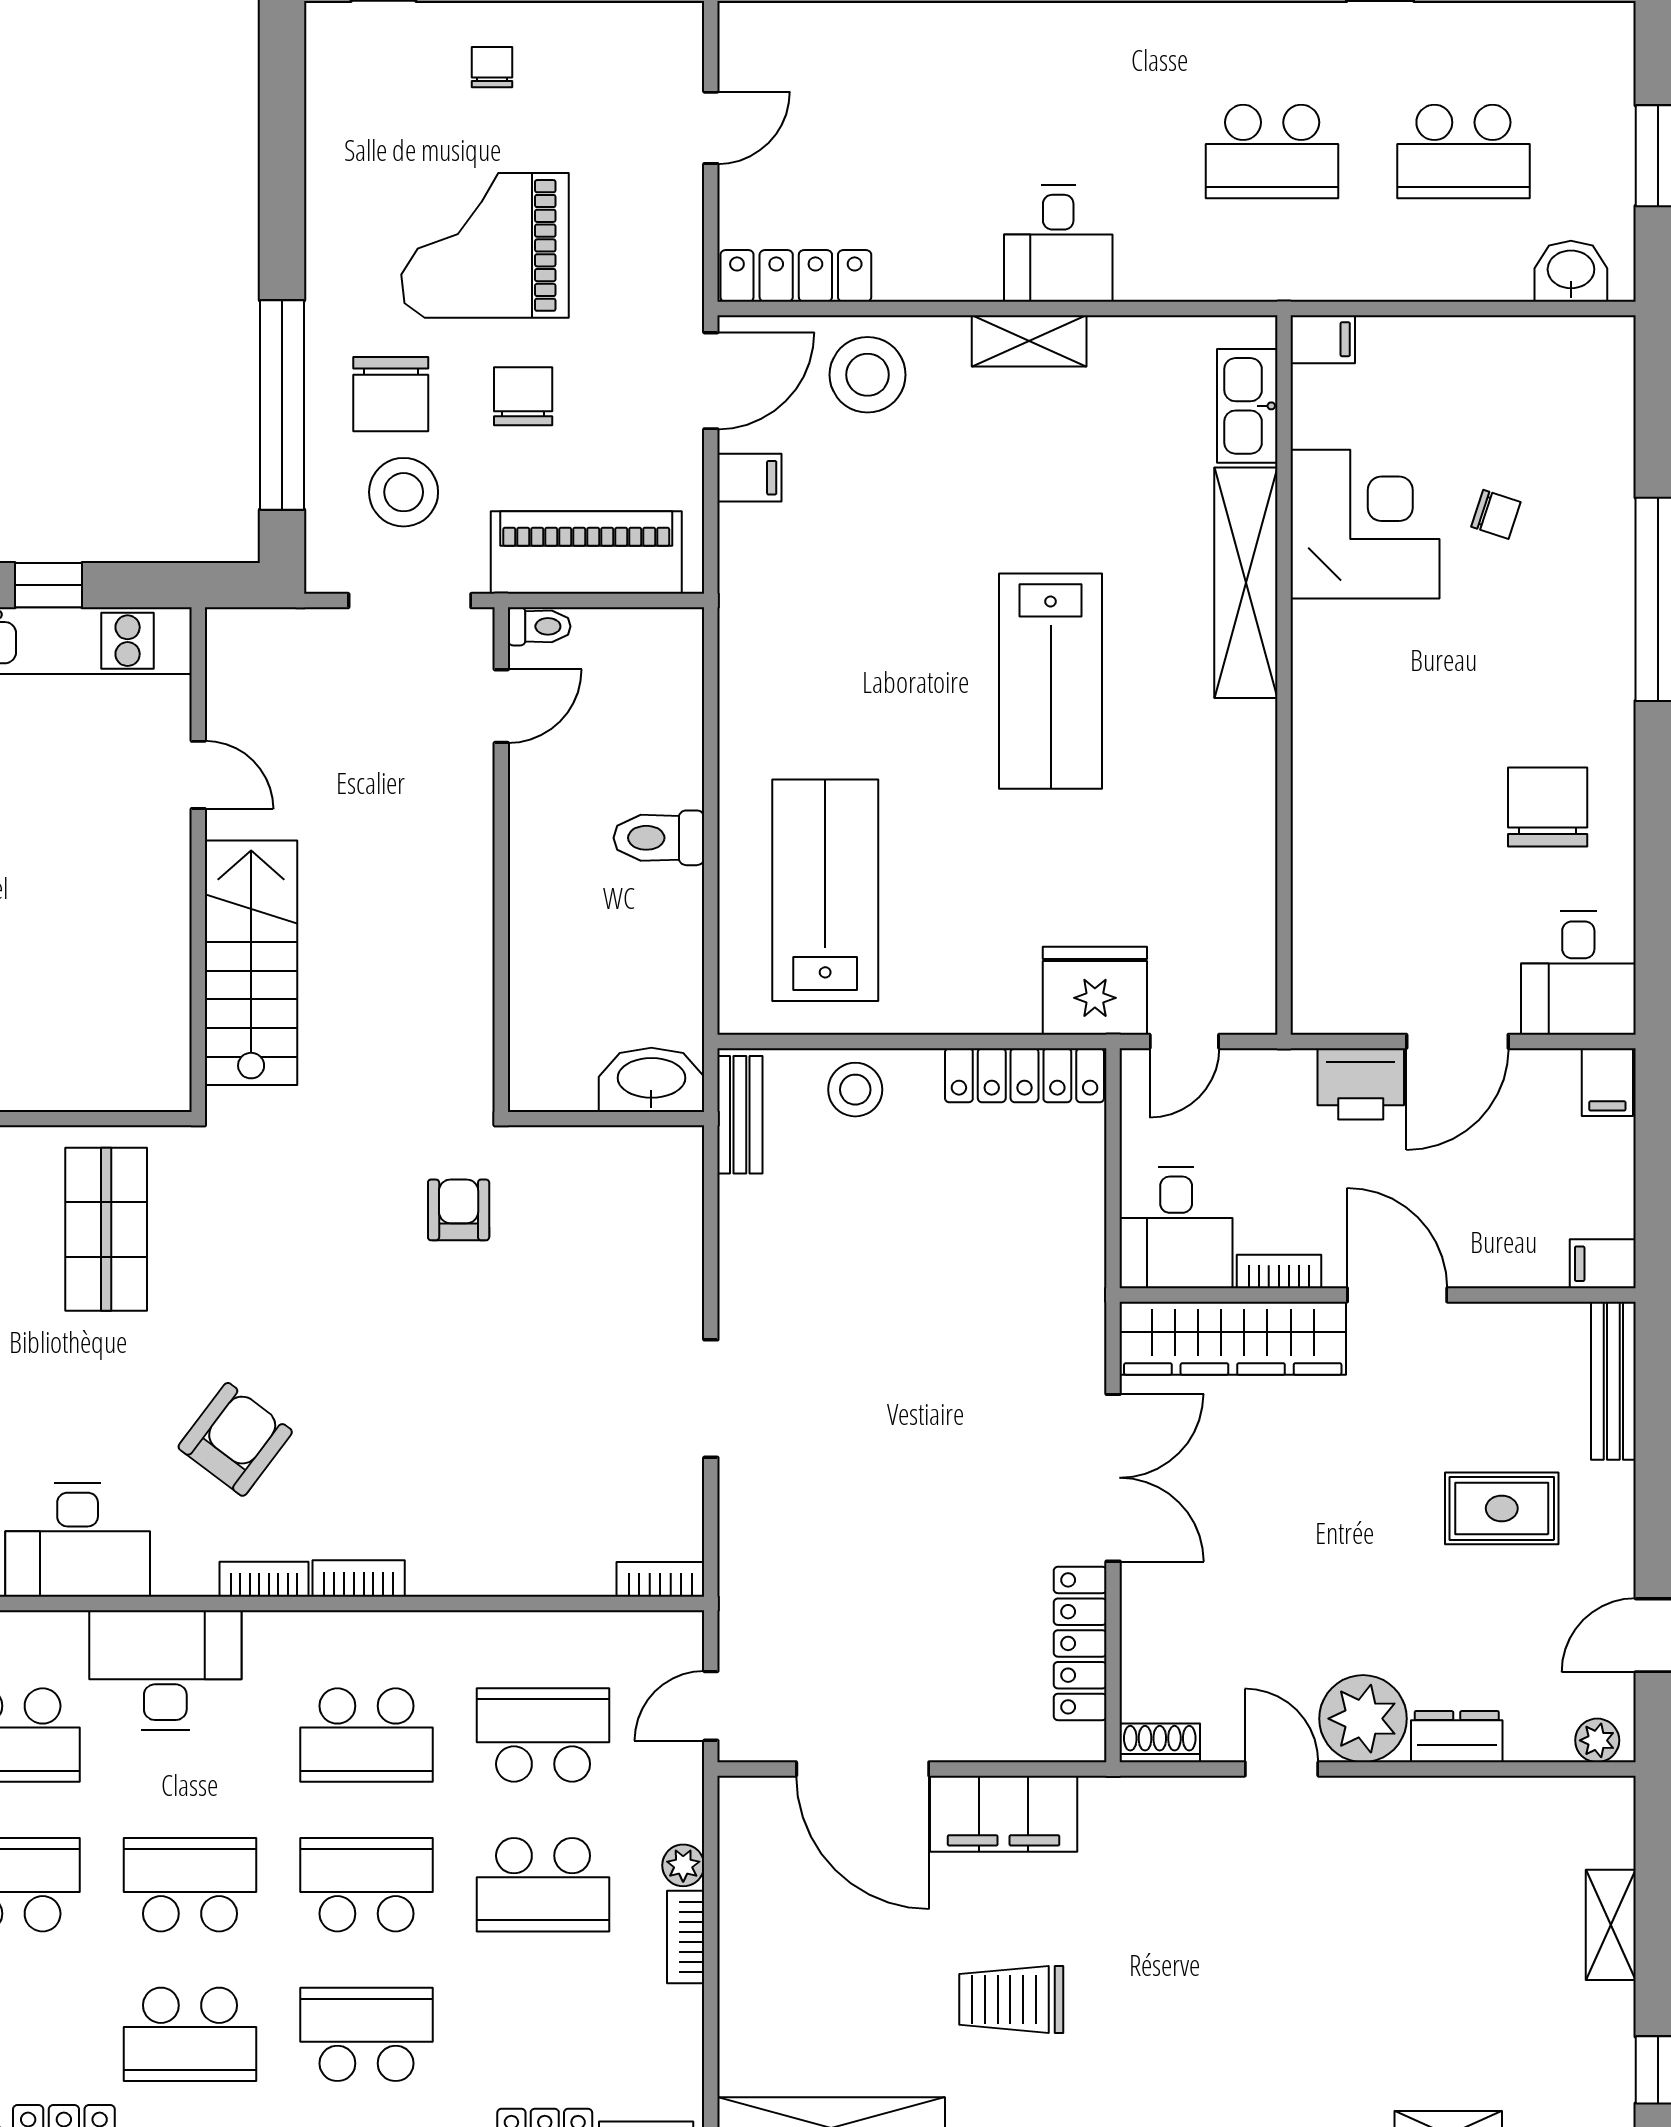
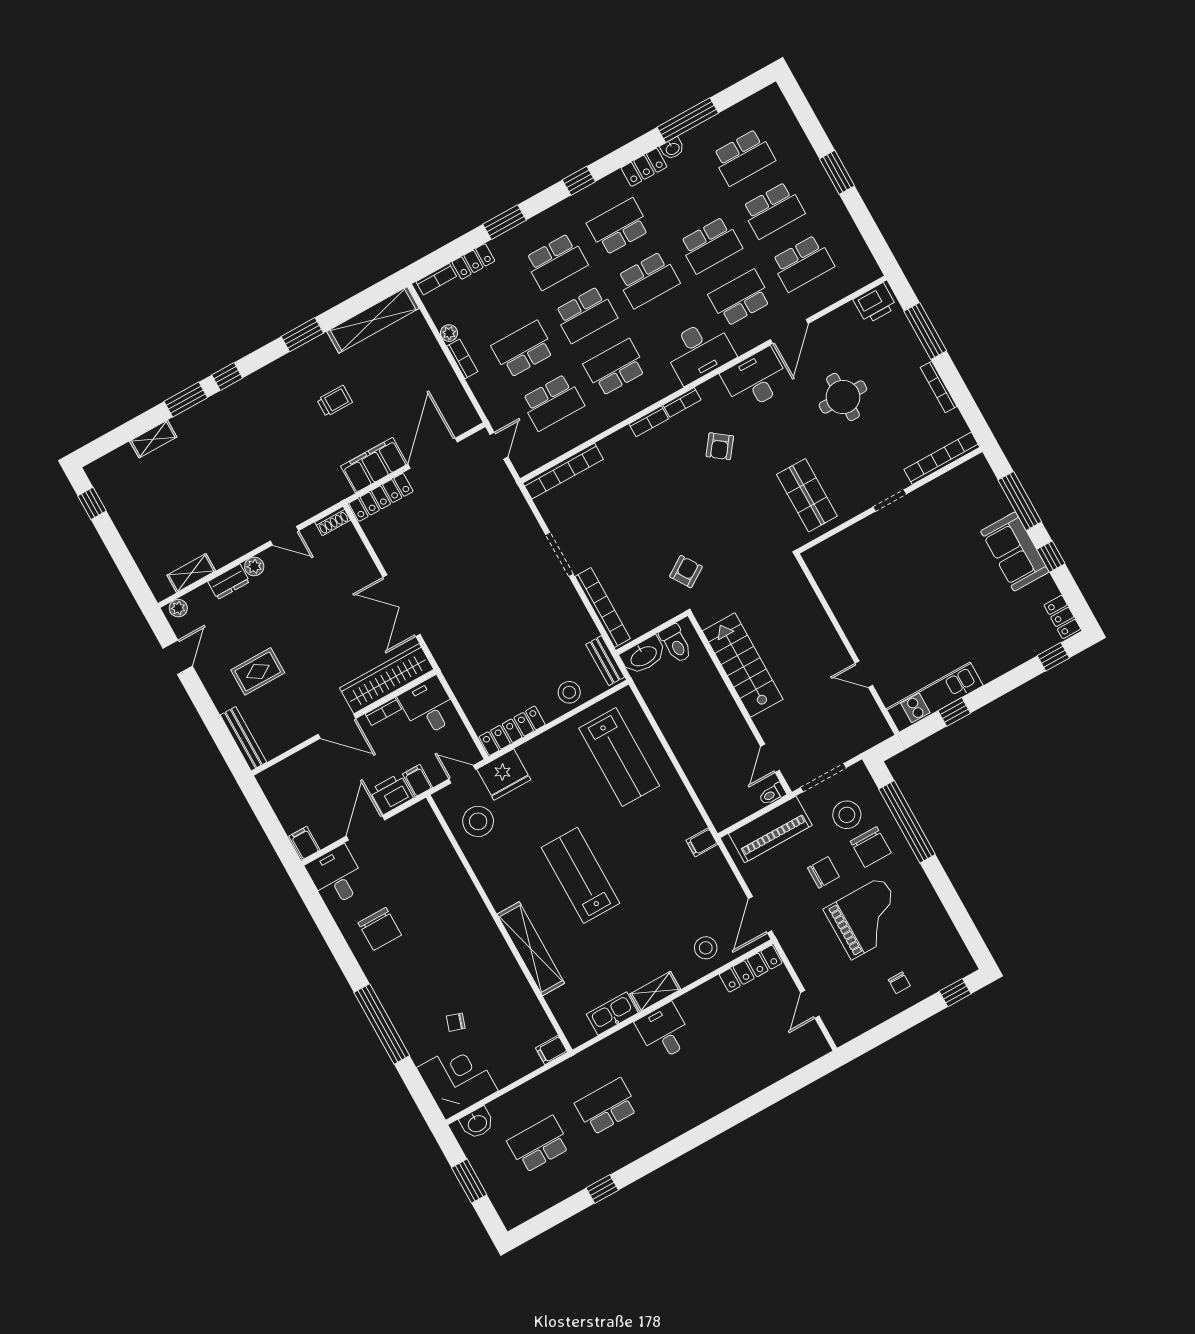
stool: (868, 375) -> (706, 948), width x0.73, depth x0.73
chair: (391, 394) -> (871, 847), turned 180
chair: (523, 396) -> (823, 872), turned -90
kitchen sink: (1247, 406) -> (612, 1014), moved, turned -90
filing cabinet: (749, 478) -> (702, 842), moved
corner desk: (1365, 524) -> (457, 1079), moved, turned 180
toilet: (659, 838) -> (676, 644), moved, turned 90
stool: (1207, 921) -> (478, 821), added
stairs: (251, 963) -> (743, 665), moved, turned 180
door: (1184, 1041) -> (462, 774), hinge flipped
armchair: (459, 1210) -> (686, 572), turned -123
bookcase: (681, 1232) -> (603, 607), added
filing cabinet: (1603, 1264) -> (418, 781), moved, turned -90
armchair: (235, 1439) -> (720, 446), width x0.72, depth x0.72
bookcase: (660, 1579) -> (563, 471), width x2.31, depth x1.31
locker: (1080, 1643) -> (381, 497), moved, turned 90
plant: (1363, 1719) -> (254, 566), width x0.53, depth x0.53
door: (863, 1769) -> (433, 453), hinge flipped
plant: (683, 1865) -> (449, 333), moved
shelving: (1611, 1925) -> (191, 573), moved, turned 90
trolley: (1011, 1999) -> (335, 401), width x0.73, depth x0.72

